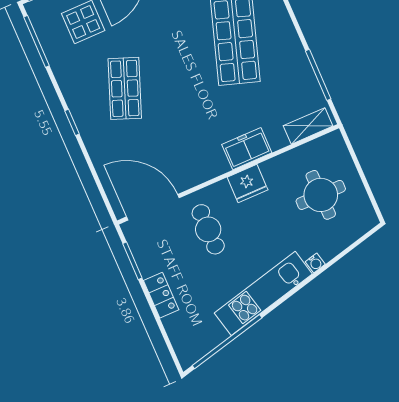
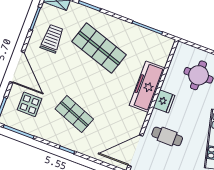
shelving: (308, 126) -> (165, 53), removed
freezer: (247, 149) -> (147, 87), width x1.91, depth x1.26

